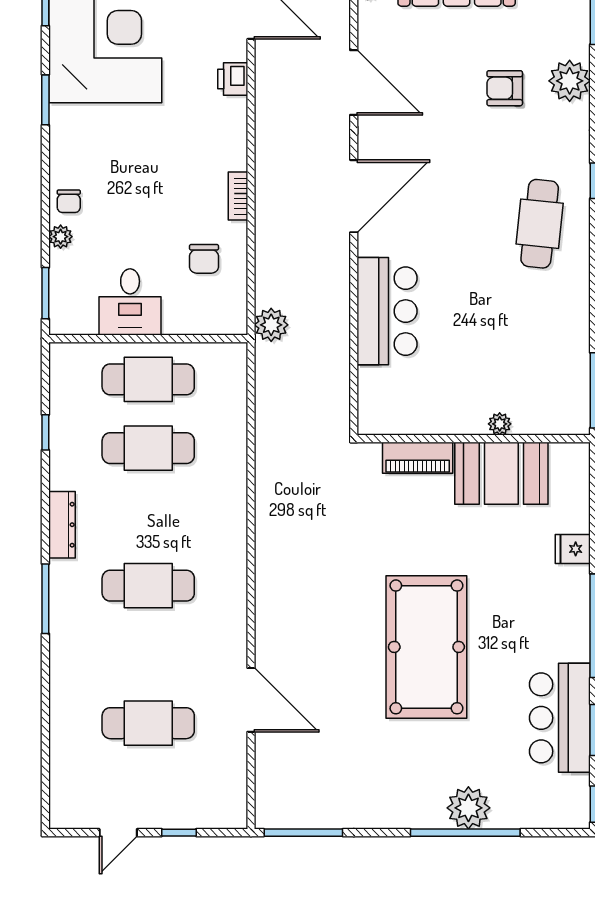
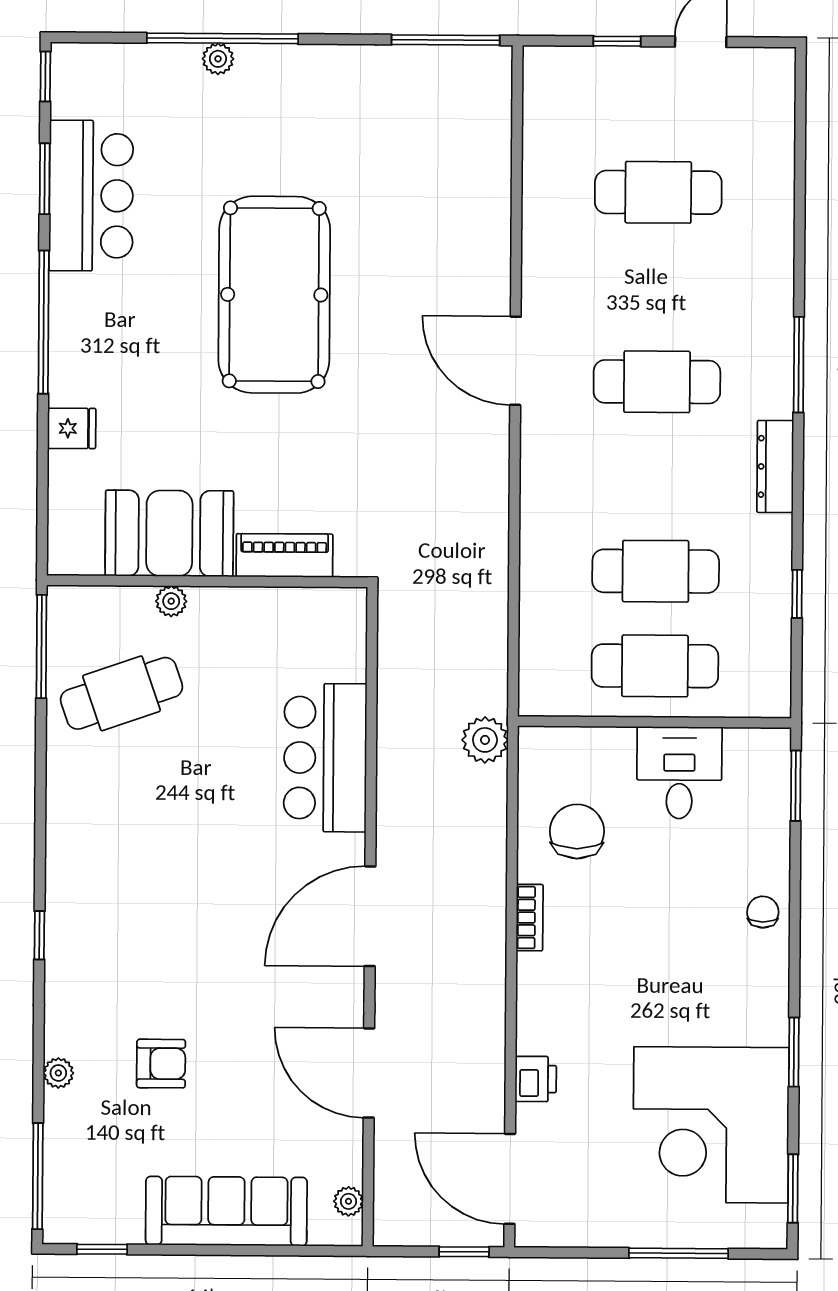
plant: (570, 81) -> (58, 1073), width x0.53, depth x0.53
cafe table: (540, 224) -> (122, 693), moved, turned 65
plant: (61, 237) -> (774, 863), removed
chair: (204, 259) -> (577, 831), width x1.37, depth x1.37
door: (251, 700) -> (515, 361), moved
plant: (468, 808) -> (218, 59), width x0.53, depth x0.53

